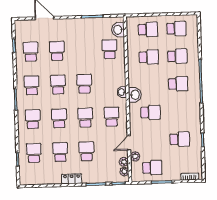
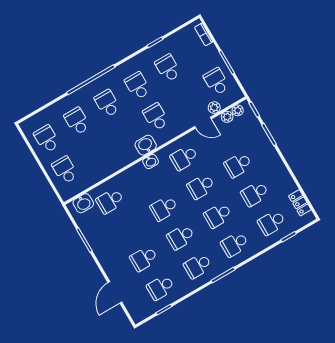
school desk: (149, 57) -> (138, 86), moved
locker: (72, 179) -> (300, 203), moved

